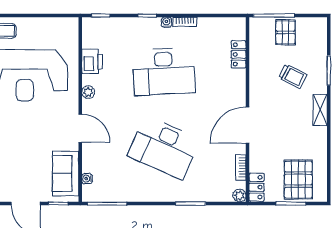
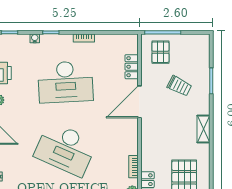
water cooler: (166, 22) -> (35, 38), moved
pallet: (286, 32) -> (160, 52), moved
shelving: (320, 110) -> (204, 129), moved
door: (248, 125) -> (139, 102), moved

